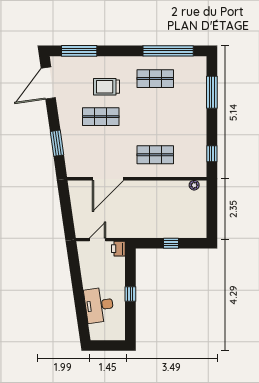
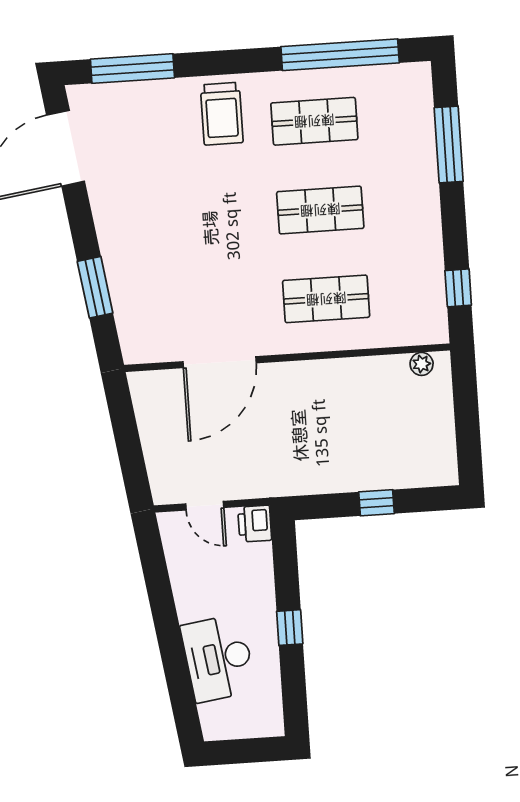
trolley: (107, 87) -> (222, 114), moved, turned -90
shop shelf: (101, 117) -> (320, 210), moved
door: (98, 240) -> (205, 506), swing flipped

